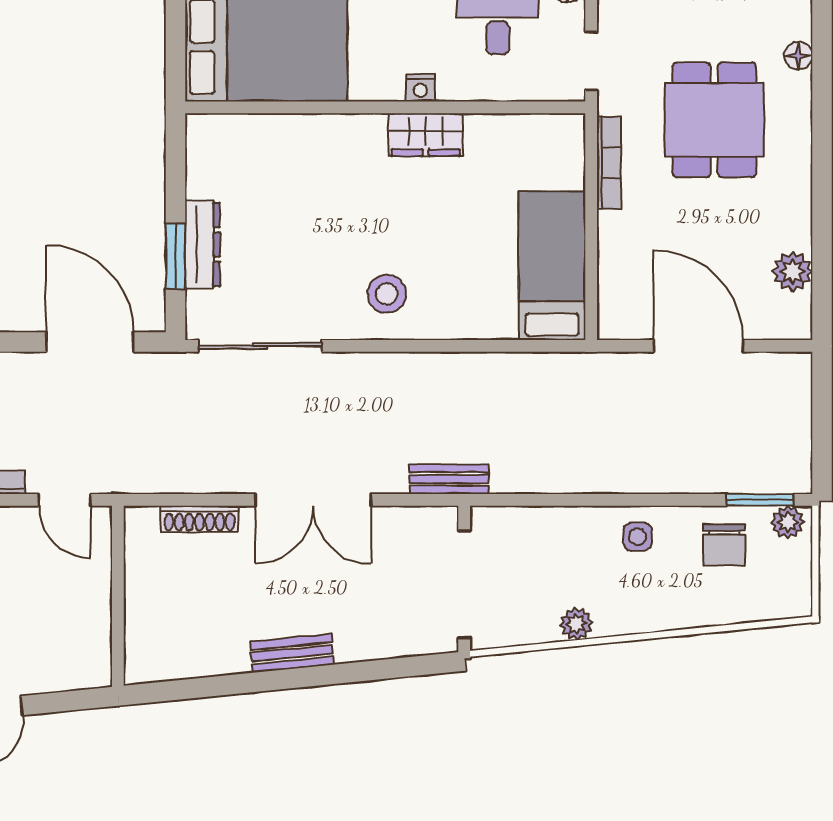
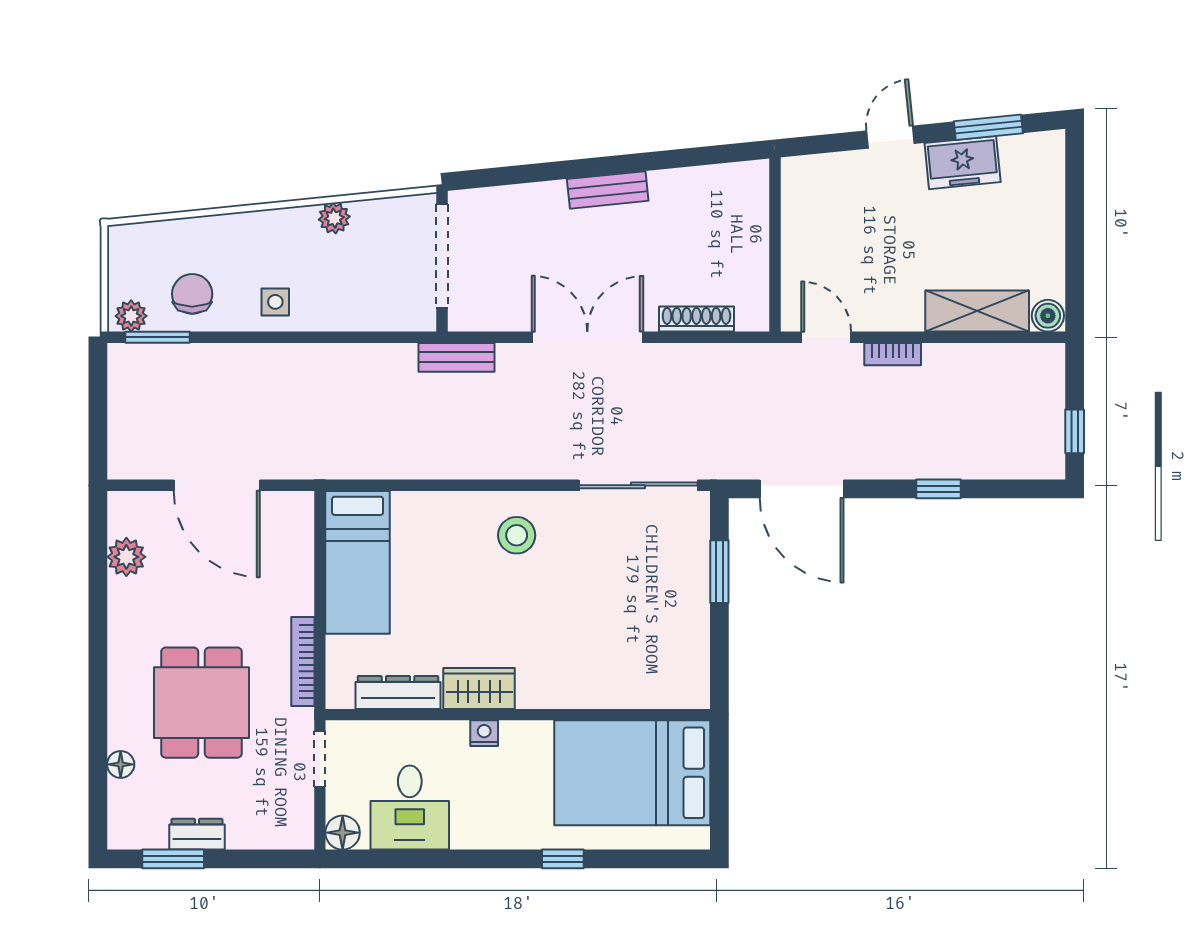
dresser: (202, 245) -> (398, 693), moved, turned 90

